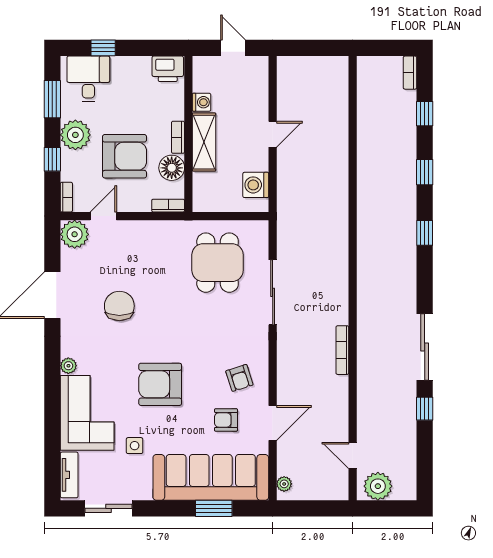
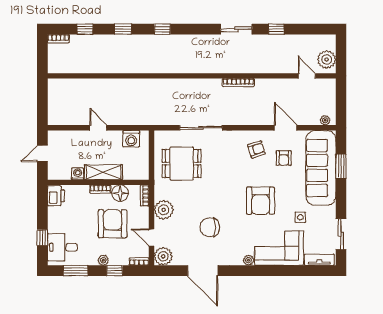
plant: (75, 135) -> (103, 260), width x0.53, depth x0.53
plant: (146, 235) -> (164, 210), added
sliding door: (425, 347) -> (236, 29), width x0.73
door: (353, 456) -> (307, 76), swing flipped

